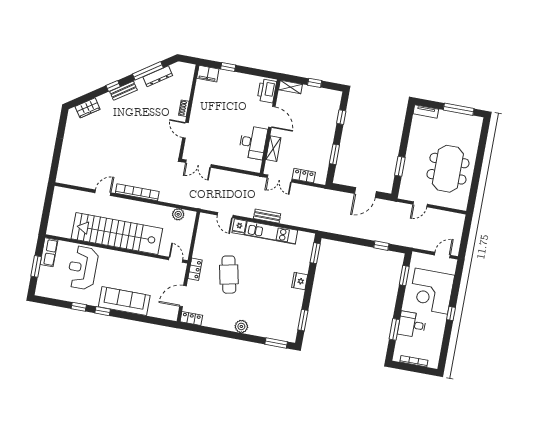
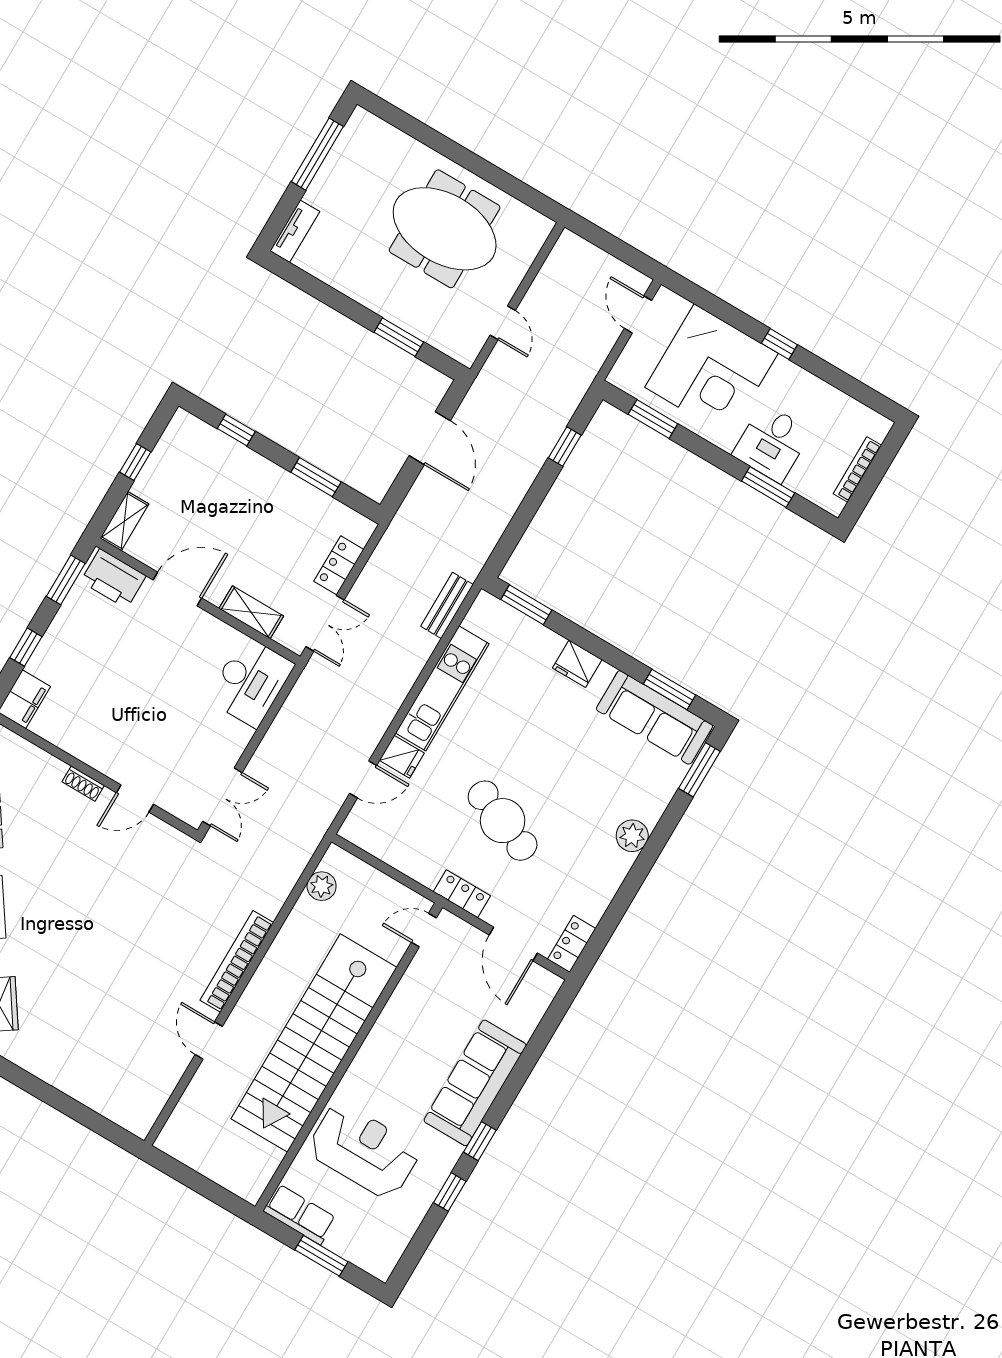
window: (260, 73) -> (66, 580), added
desk: (253, 142) -> (251, 682), moved, turned 90
bench: (267, 216) -> (447, 605), moved
reception desk: (83, 268) -> (364, 1150), turned 180
cafe table: (229, 275) -> (503, 821), turned 34
sofa: (290, 318) -> (654, 717), added

